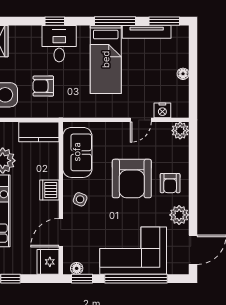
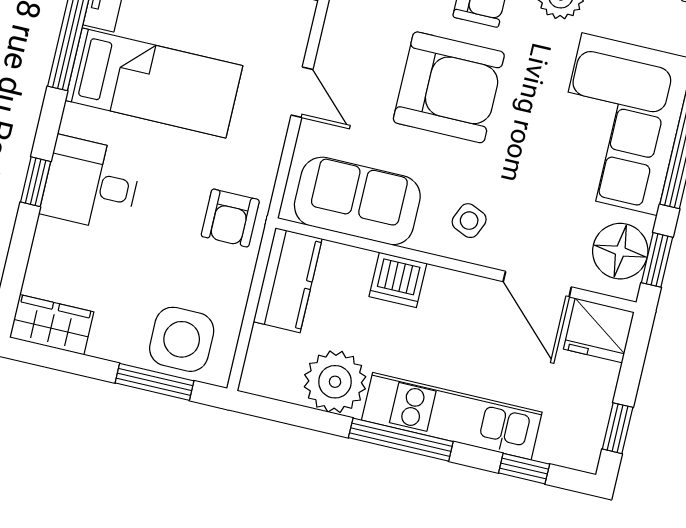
armchair: (43, 86) -> (230, 218), moved
door: (141, 120) -> (302, 92), moved
dishwasher: (49, 190) -> (398, 280), moved
floor lamp: (77, 268) -> (620, 251), width x1.89, depth x1.89

